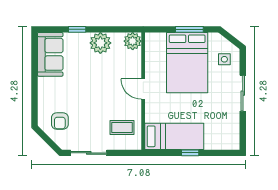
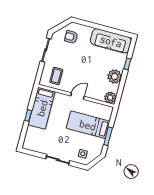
sofa: (50, 54) -> (111, 41), width x1.36
bed: (187, 63) -> (88, 125), width x0.67

